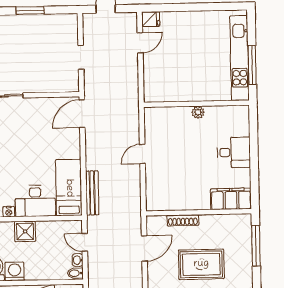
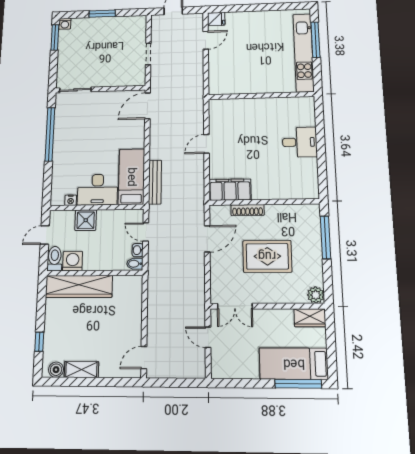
window: (252, 65) -> (315, 40), moved
plant: (198, 112) -> (263, 104), removed
filing cabinet: (231, 199) -> (230, 190), moved

